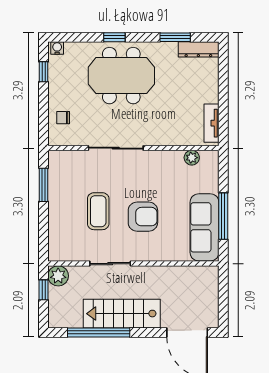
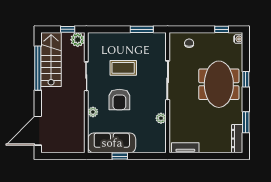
plant: (192, 158) -> (161, 118), moved
window: (223, 216) -> (120, 156), width x0.46
plant: (161, 254) -> (93, 112), added
stairs: (122, 314) -> (51, 60), moved

